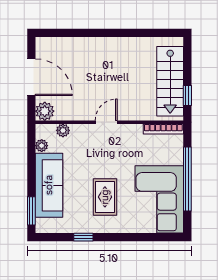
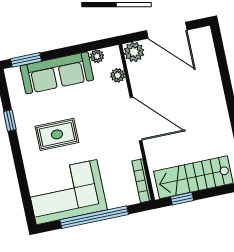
door: (31, 77) -> (167, 30), hinge flipped
door: (106, 122) -> (136, 119), width x1.88

